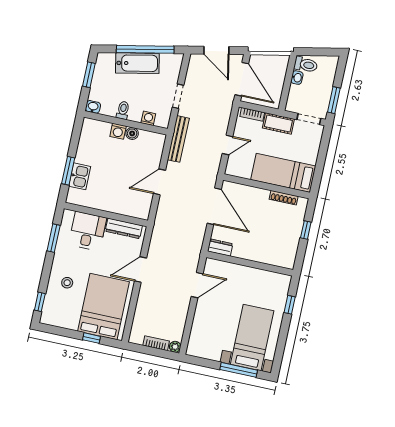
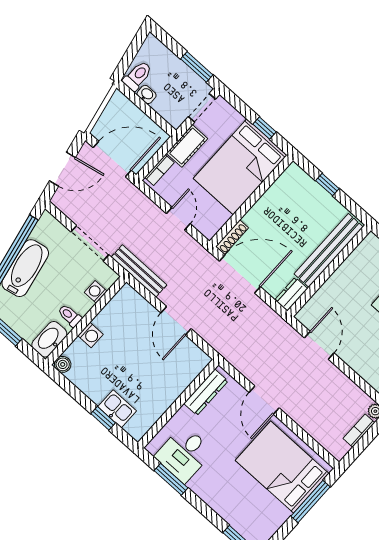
doorway: (178, 96) -> (90, 243), width x1.38
washbasin: (93, 107) -> (49, 339), width x1.91, depth x1.45
boiler: (132, 133) -> (63, 364), moved
window: (319, 168) -> (265, 128), added
window: (68, 171) -> (103, 418), width x0.67
bed: (283, 173) -> (240, 167), width x1.50
shoe rack: (284, 198) -> (232, 237), moved
desk: (88, 231) -> (184, 454), moved, turned -90
bench: (263, 256) -> (329, 250), added
stool: (67, 283) -> (231, 493), removed
window: (91, 338) -> (311, 501), width x2.17

